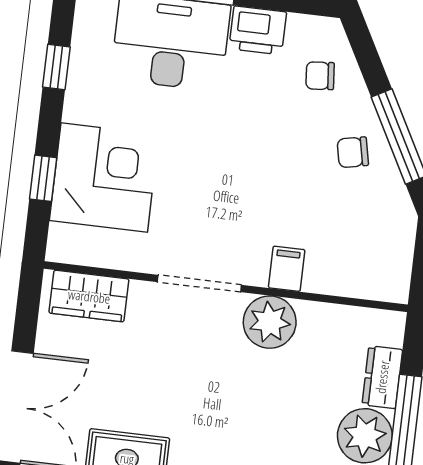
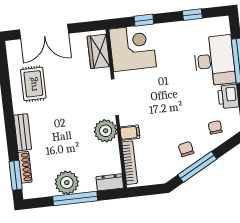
corner desk: (104, 178) -> (133, 48), moved, turned -90
bookcase: (353, 285) -> (130, 163), added
dresser: (382, 377) -> (110, 182), moved

